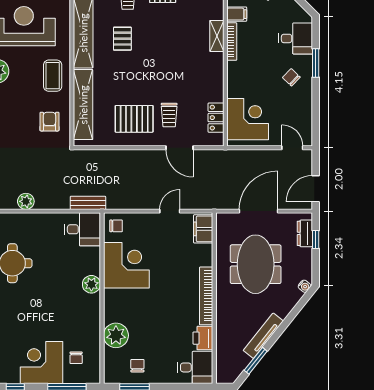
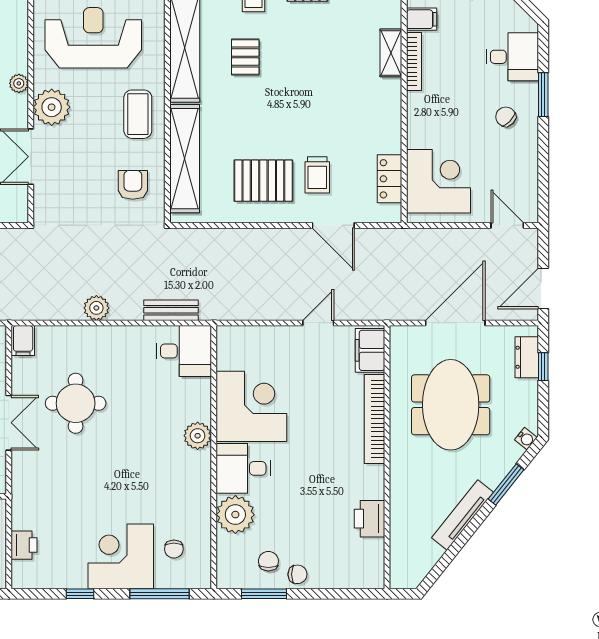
bench: (88, 203) -> (171, 310), moved
chair: (116, 226) -> (297, 574), moved
bookcase: (206, 296) -> (374, 419), moved
window: (256, 361) -> (506, 484), moved
desk: (195, 367) -> (243, 468), moved, turned 180

